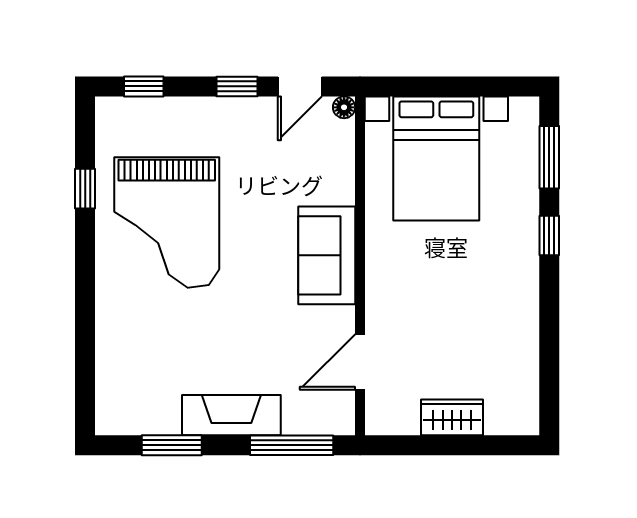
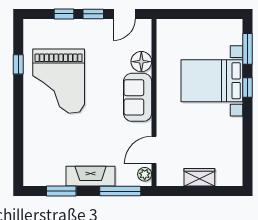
window: (144, 86) -> (64, 14), moved
floor lamp: (344, 107) -> (141, 62), moved, width x1.89, depth x1.89
bed with nightstands: (436, 158) -> (212, 81), moved, turned 90
plant: (341, 411) -> (145, 174), added

